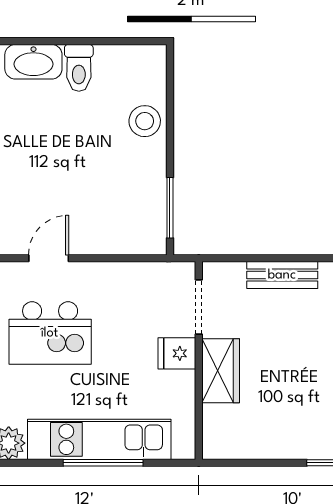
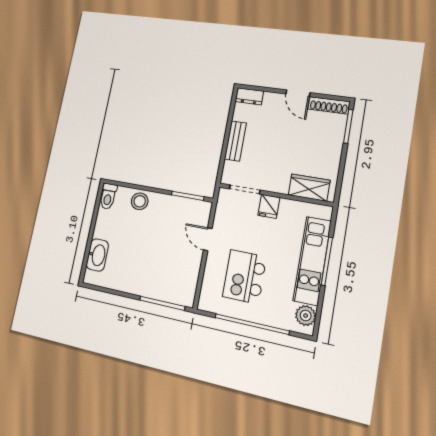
toilet: (79, 68) -> (108, 196), moved, turned 90
door: (49, 258) -> (208, 239), moved
kitchen island: (50, 333) -> (244, 277), turned 180
wardrobe: (221, 371) -> (309, 188), moved

